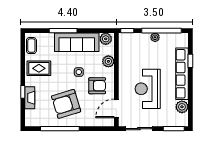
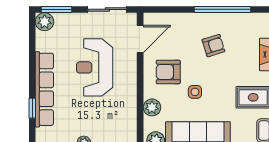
reception desk: (148, 89) -> (95, 67), turned 180
armchair: (66, 104) -> (213, 46), width x0.53, depth x0.53
plant: (182, 107) -> (45, 22), moved

